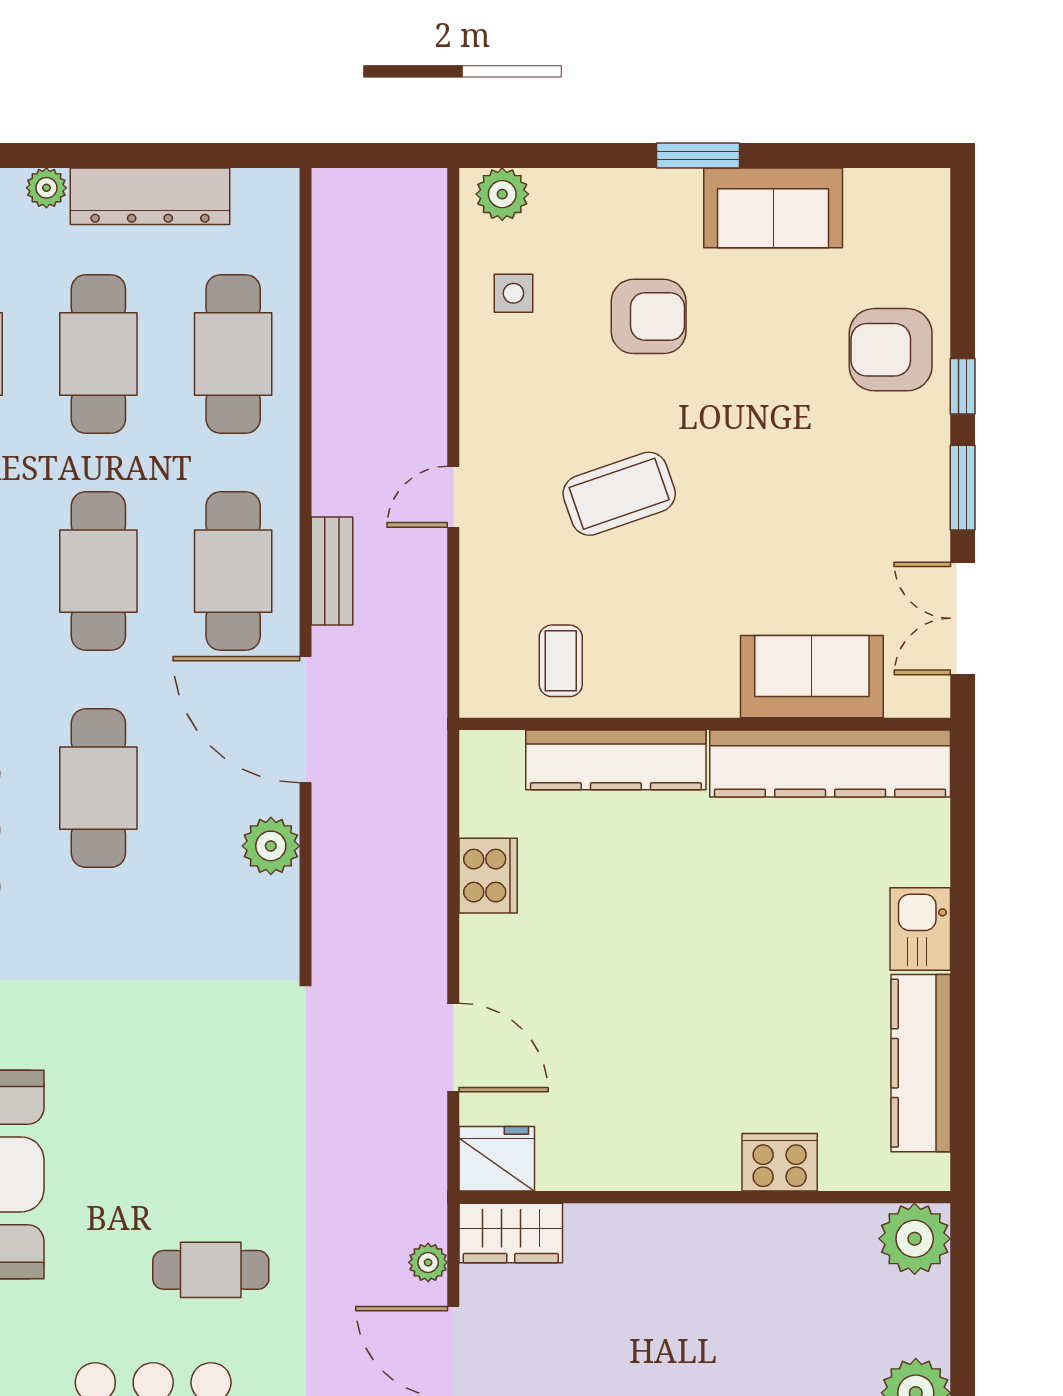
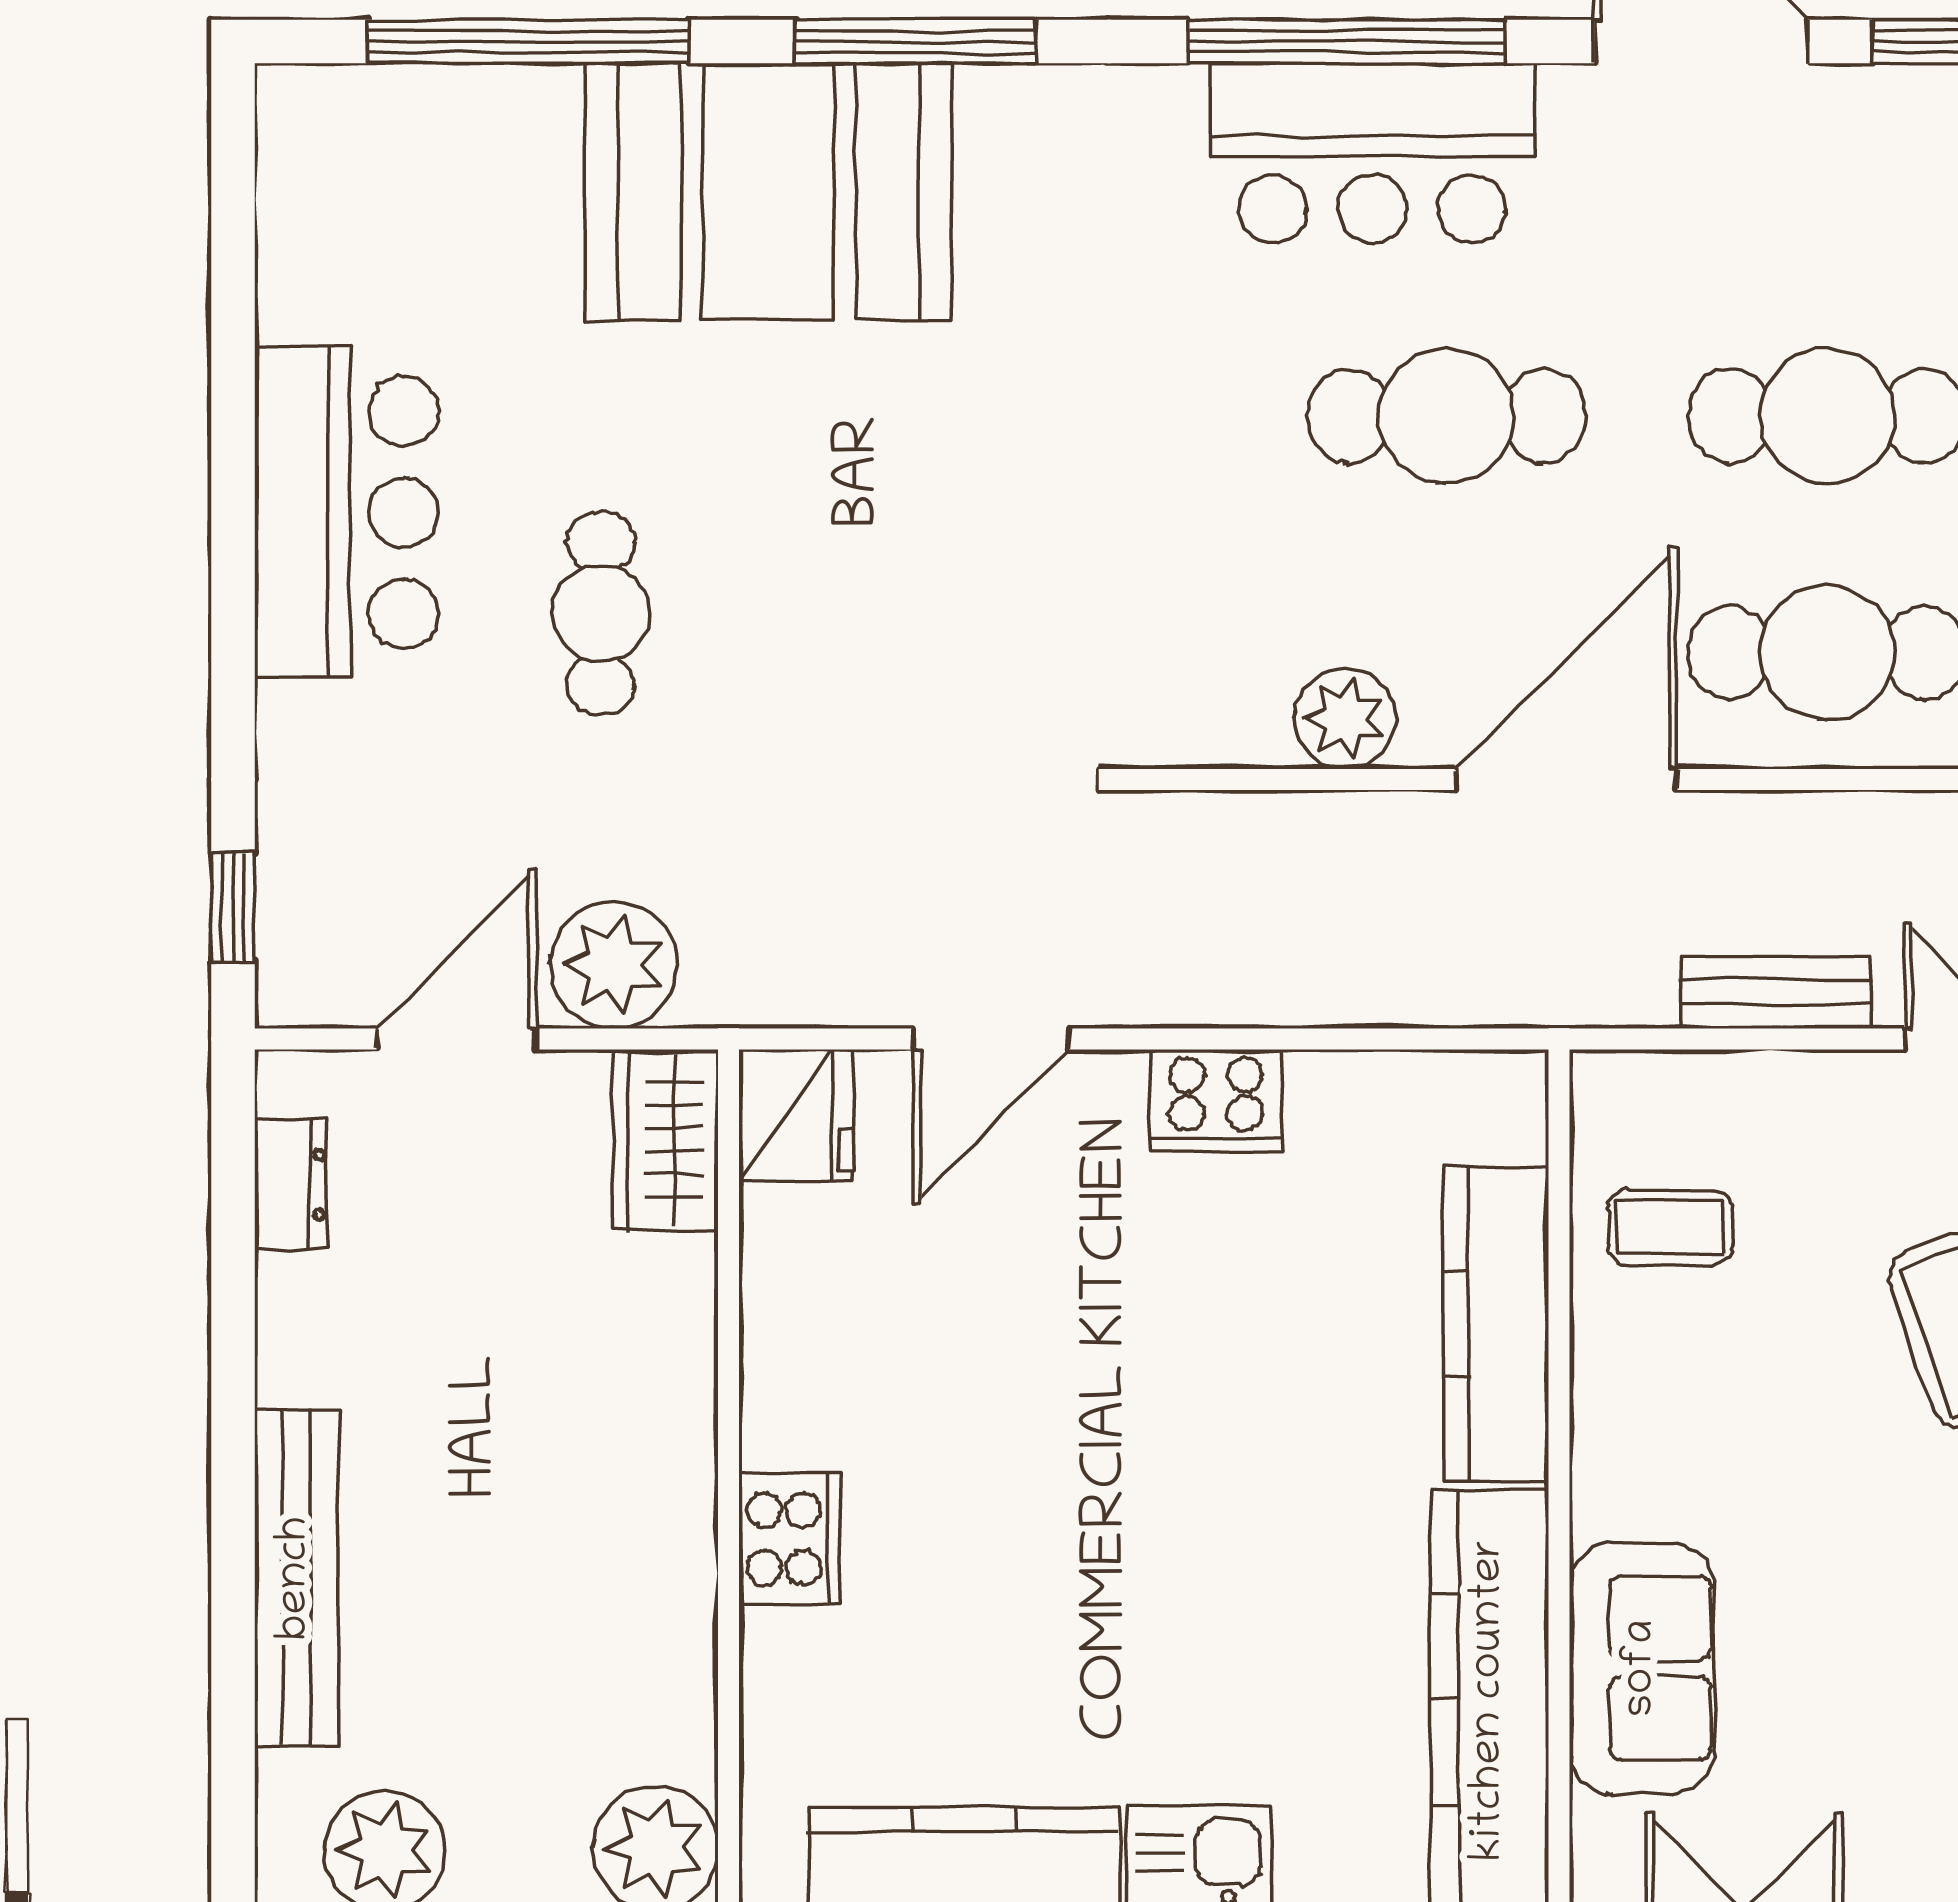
bench: (332, 571) -> (1776, 992), moved
cooker: (488, 876) -> (1216, 1100), moved
cooker: (780, 1162) -> (790, 1539), moved
plant: (428, 1262) -> (614, 965), width x1.87, depth x1.87

